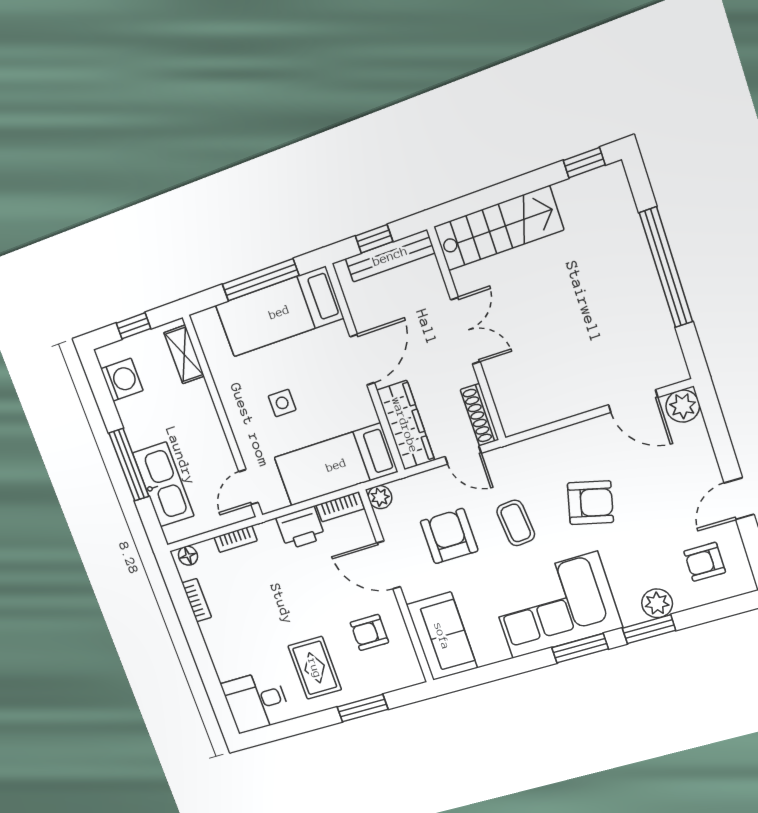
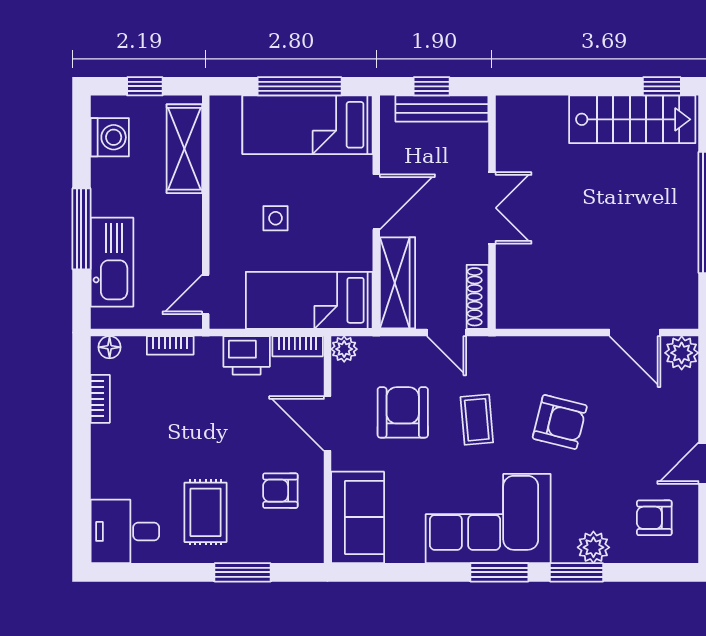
stairs: (498, 228) -> (632, 119), moved
shelving: (184, 354) -> (184, 149), width x1.50, depth x1.33

